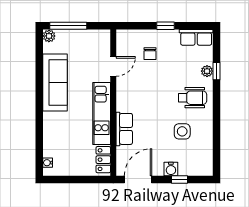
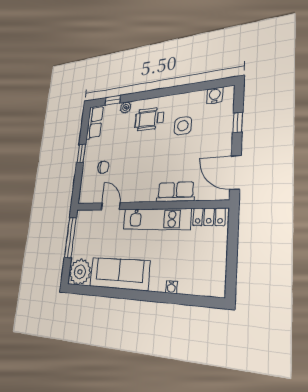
window: (68, 26) -> (70, 238), moved
plant: (49, 36) -> (80, 272), width x1.88, depth x1.88
window: (216, 71) -> (113, 100), moved
wheelchair: (192, 98) -> (149, 119), turned -90
water cooler: (48, 163) -> (171, 287), moved
water cooler: (171, 169) -> (215, 95), moved, turned -90

